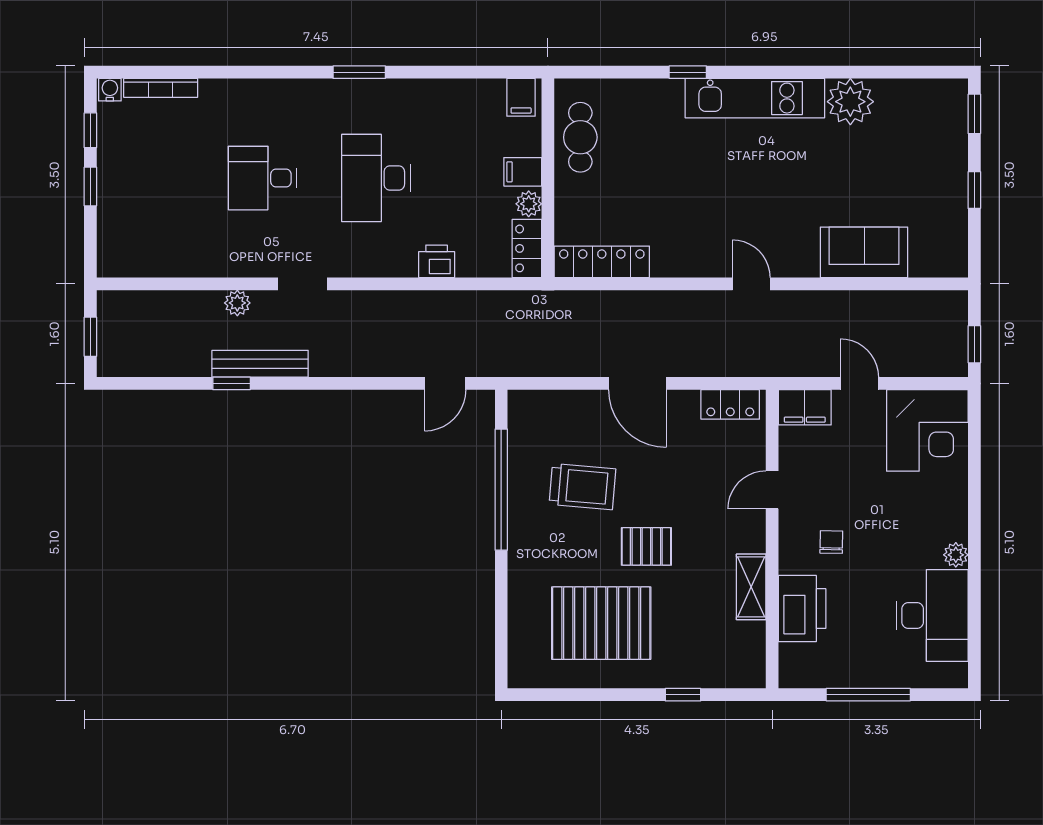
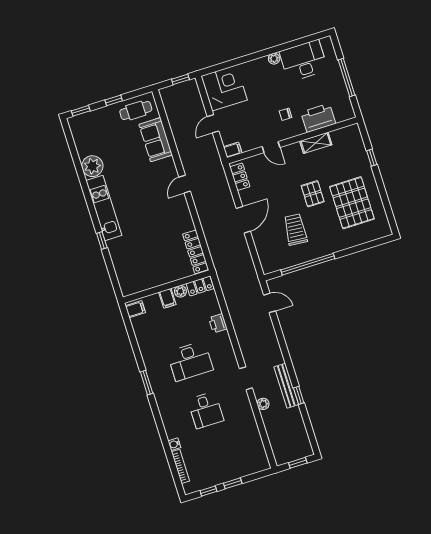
water cooler: (110, 90) -> (174, 444), moved
cafe table: (580, 137) -> (136, 110), moved
filing cabinet: (805, 407) -> (233, 150), width x0.50

